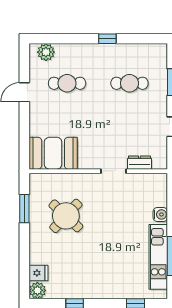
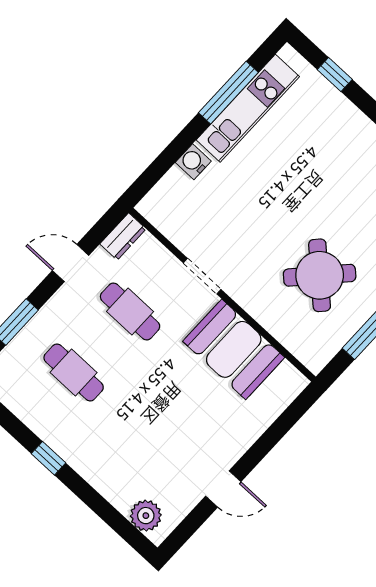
cafe table: (67, 83) -> (130, 312), moved
booth: (53, 153) -> (234, 349), moved
dresser: (139, 163) -> (123, 236), moved, turned -90

